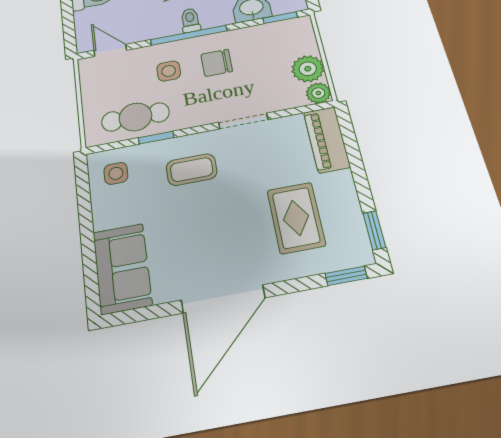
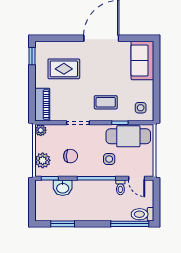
toilet: (190, 20) -> (120, 187), moved
chair: (217, 63) -> (71, 156), moved
plant: (308, 69) -> (43, 160), moved
cafe table: (135, 117) -> (128, 136), width x1.37, depth x1.35
rug: (296, 218) -> (64, 69), turned 90
window: (346, 276) -> (48, 38), removed

